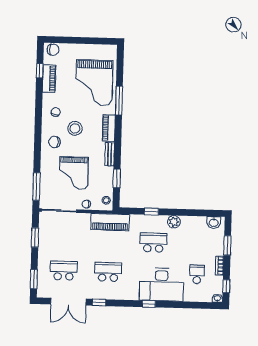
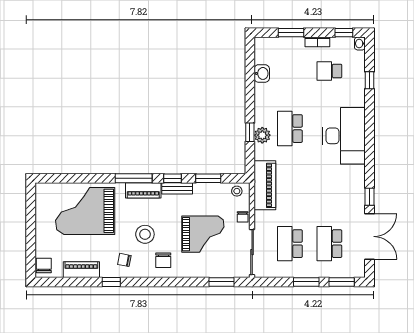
window: (40, 71) -> (111, 282), moved
grand piano: (94, 83) -> (85, 211), turned 180
window: (119, 101) -> (134, 178), moved
window: (118, 151) -> (172, 178), added
window: (36, 186) -> (221, 282), width x0.69
plant: (174, 222) -> (262, 135), moved
washbasin: (214, 222) -> (262, 73), moved
window: (35, 238) -> (306, 282), moved
school desk: (108, 272) -> (290, 244), moved
desk: (162, 285) -> (344, 136), moved
window: (149, 304) -> (370, 80), moved

